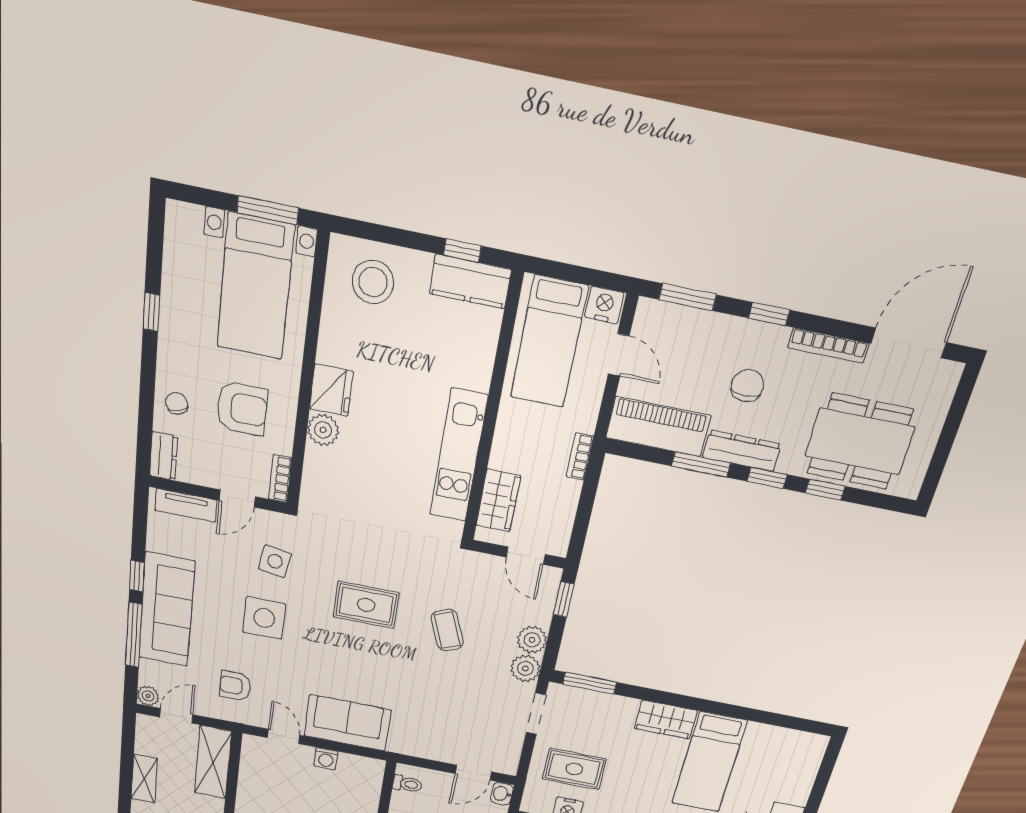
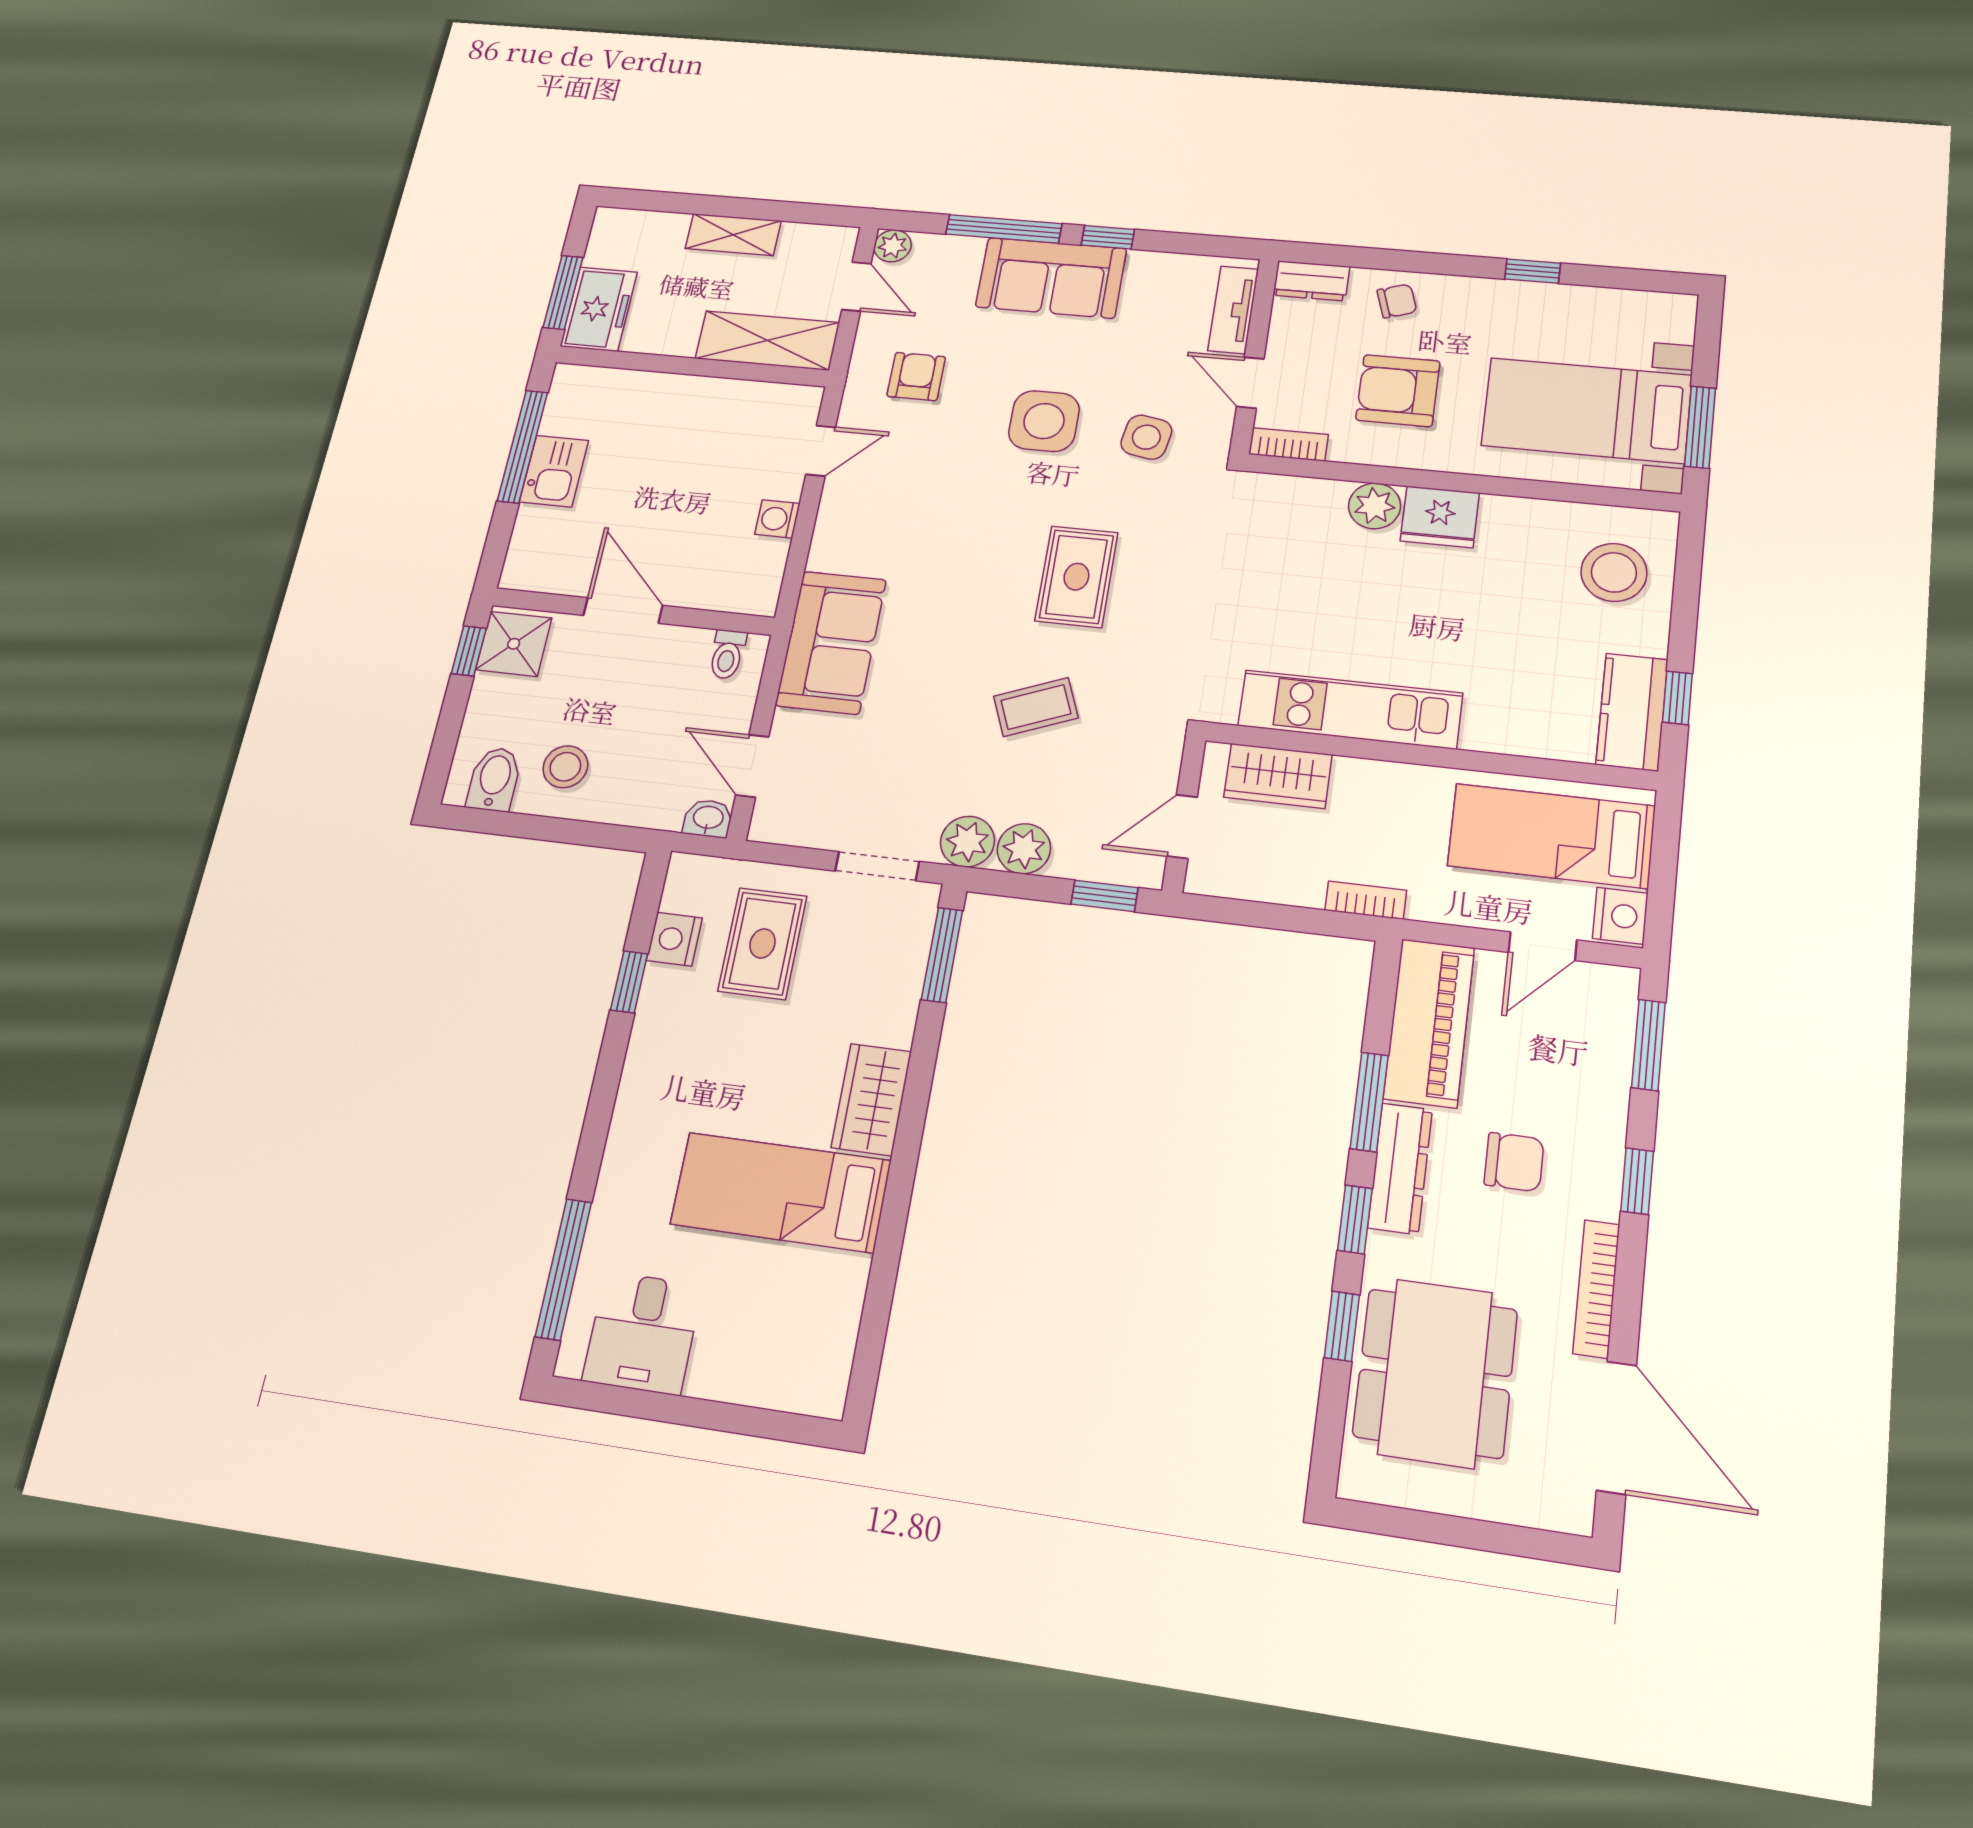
armchair: (242, 408) -> (1398, 391), turned 90
sofa: (167, 610) -> (1051, 278), width x0.73
sofa: (348, 723) -> (831, 642), moved

